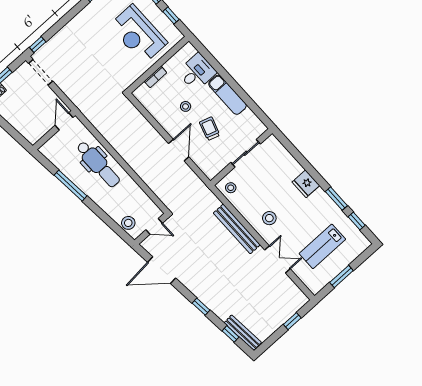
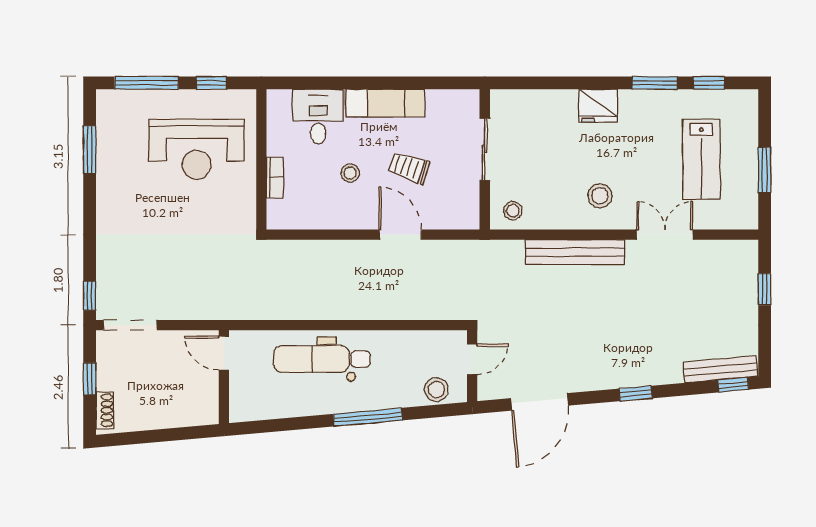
dental chair: (98, 164) -> (322, 359), turned 180
window: (70, 186) -> (368, 417), moved
window: (230, 334) -> (733, 385), moved

